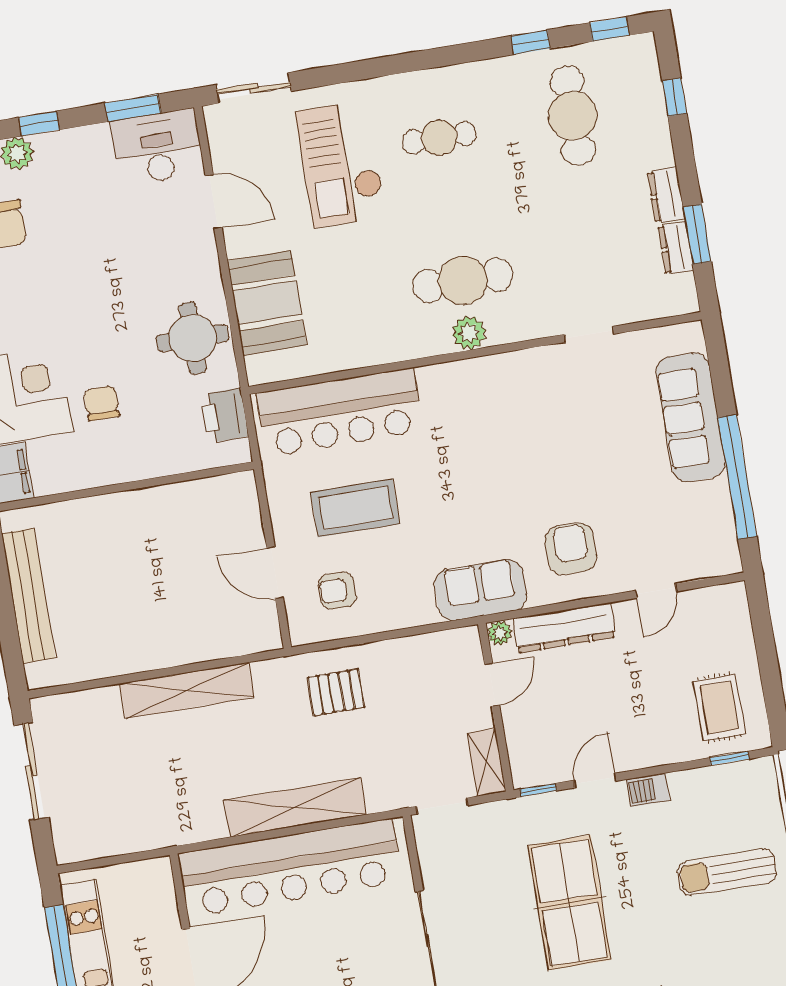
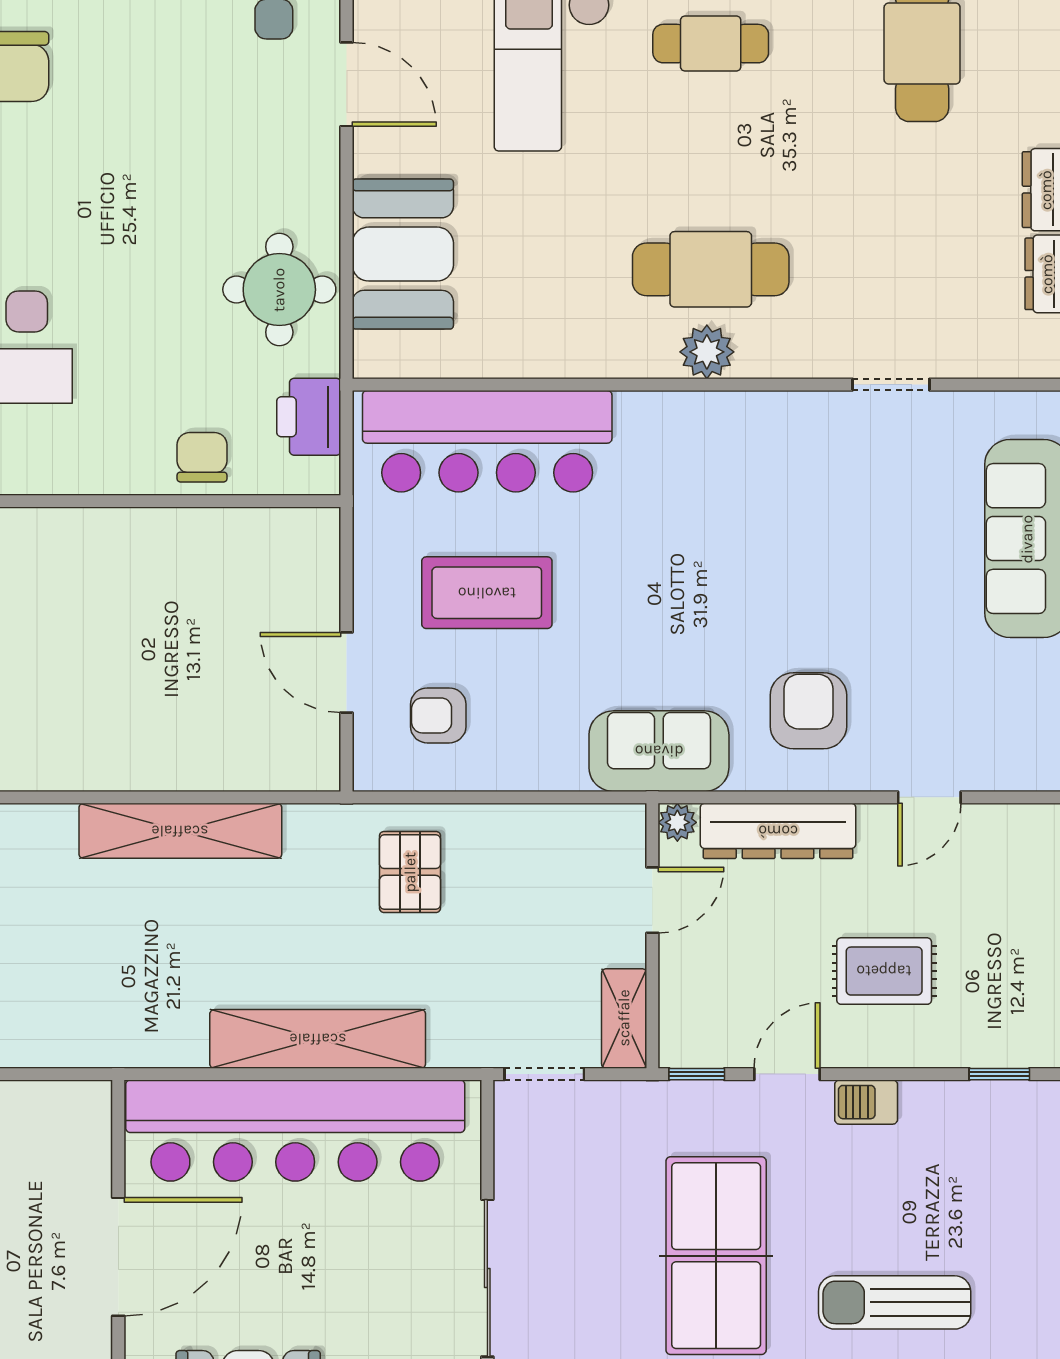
chair: (102, 403) -> (202, 457), moved
pallet: (336, 692) -> (410, 872), turned 90
rug: (719, 707) -> (884, 971), moved, turned 90
sun lounger: (727, 872) -> (895, 1302), moved

